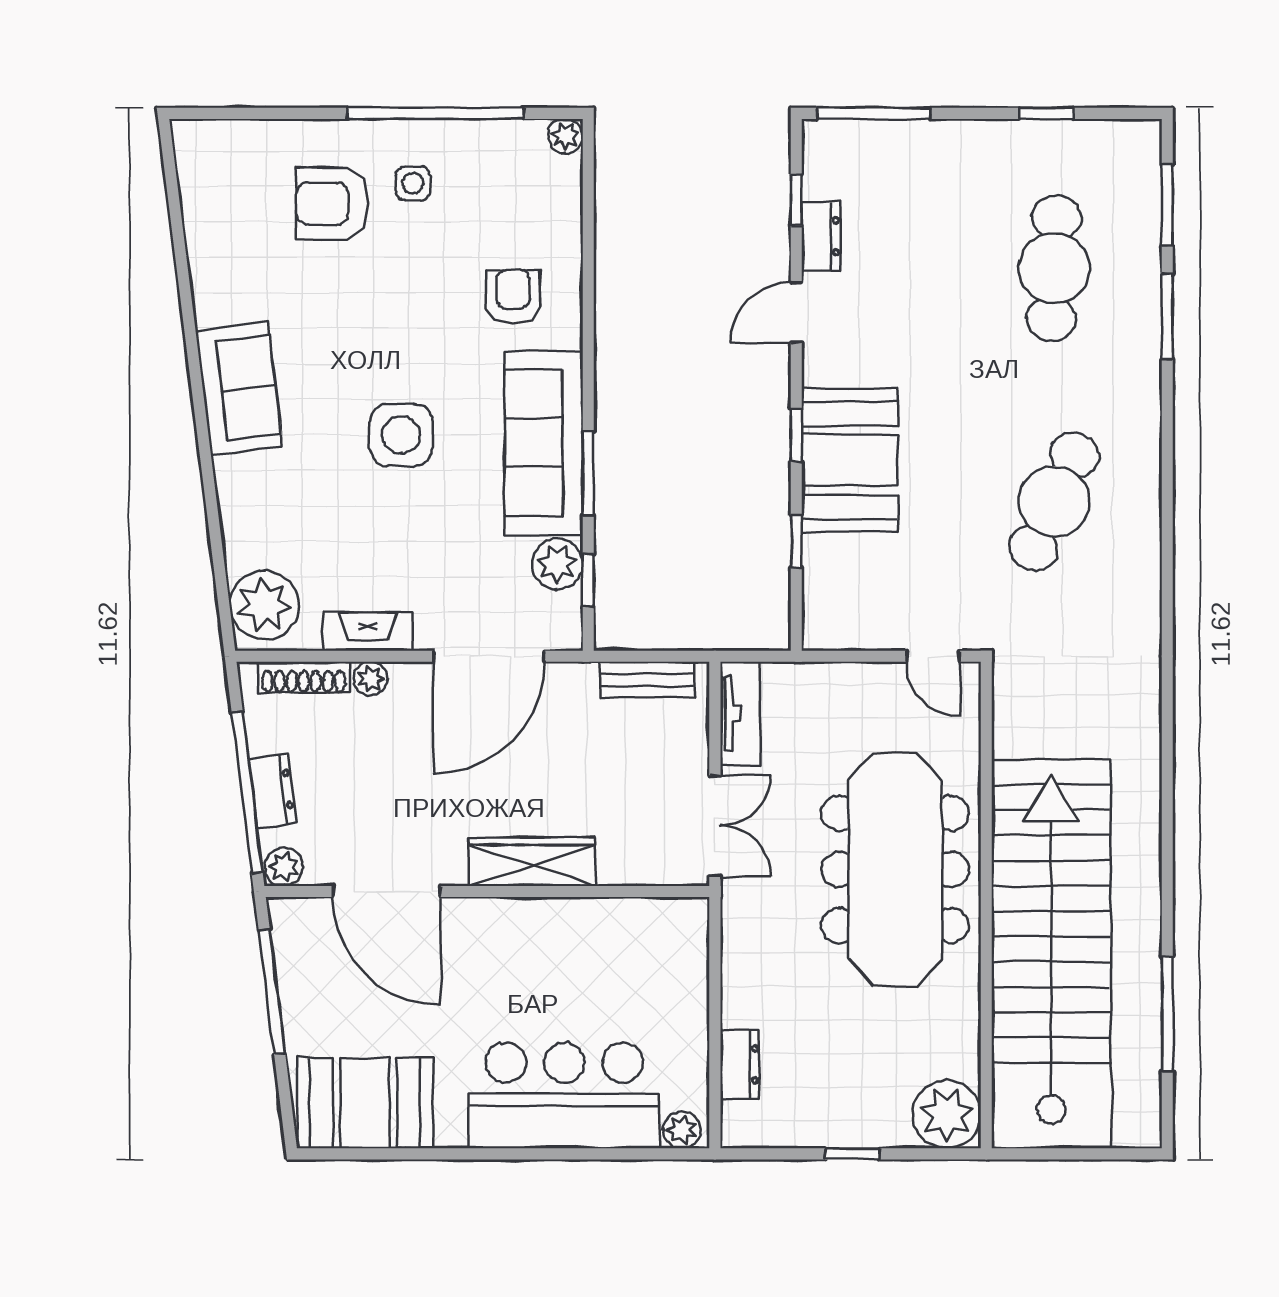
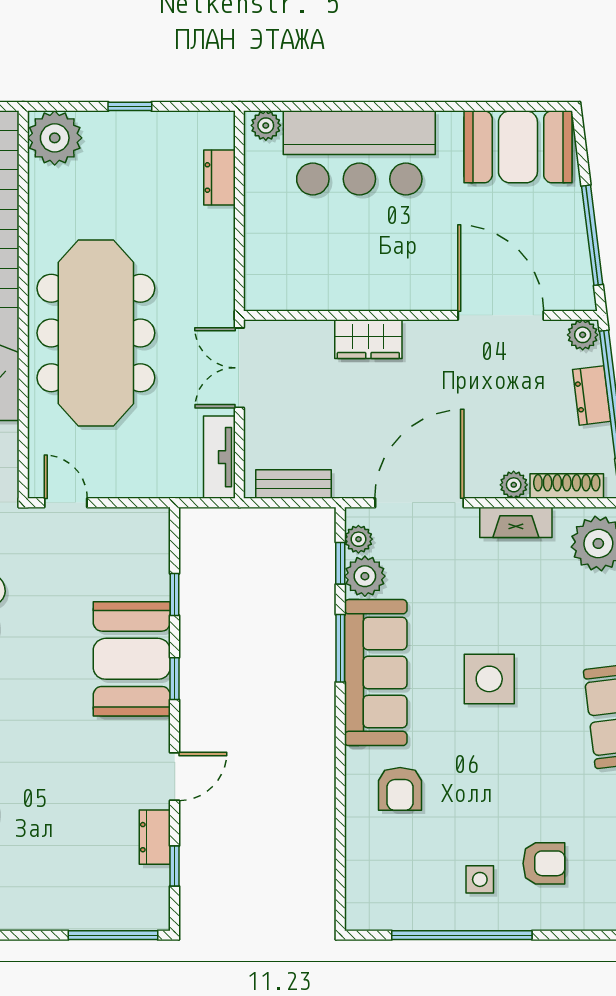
plant: (565, 136) -> (358, 539), moved
armchair: (332, 204) -> (544, 863), width x0.72, depth x0.72
wardrobe: (532, 862) -> (368, 339), width x0.67

